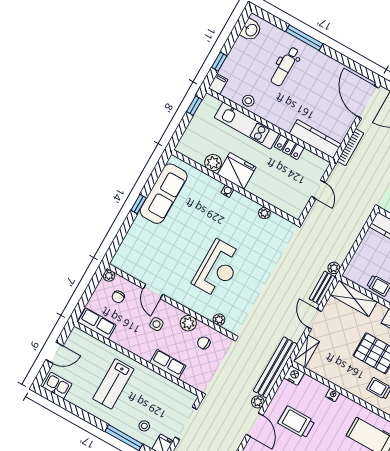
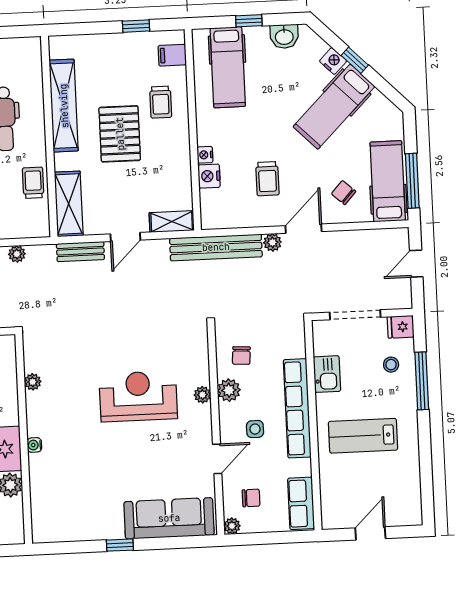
sofa: (164, 194) -> (169, 518), moved
plant: (334, 268) -> (17, 254), moved
plant: (219, 320) -> (202, 395), moved
door: (55, 353) -> (370, 533), hinge flipped
row of seats: (168, 364) -> (297, 408), width x2.02
nightstand: (294, 375) -> (209, 176), moved
lab bench: (113, 384) -> (363, 436), turned 180
kitchen sink: (57, 386) -> (327, 374), moved, turned 180
trolley: (296, 422) -> (267, 179), width x0.73, depth x0.72

